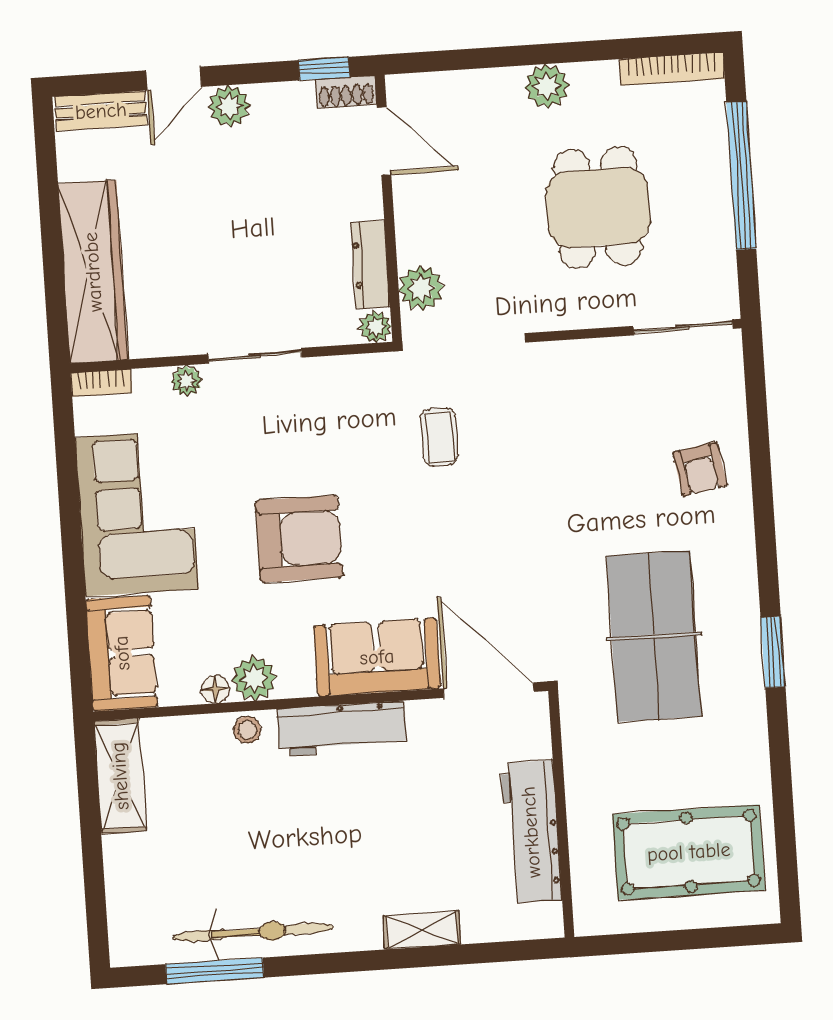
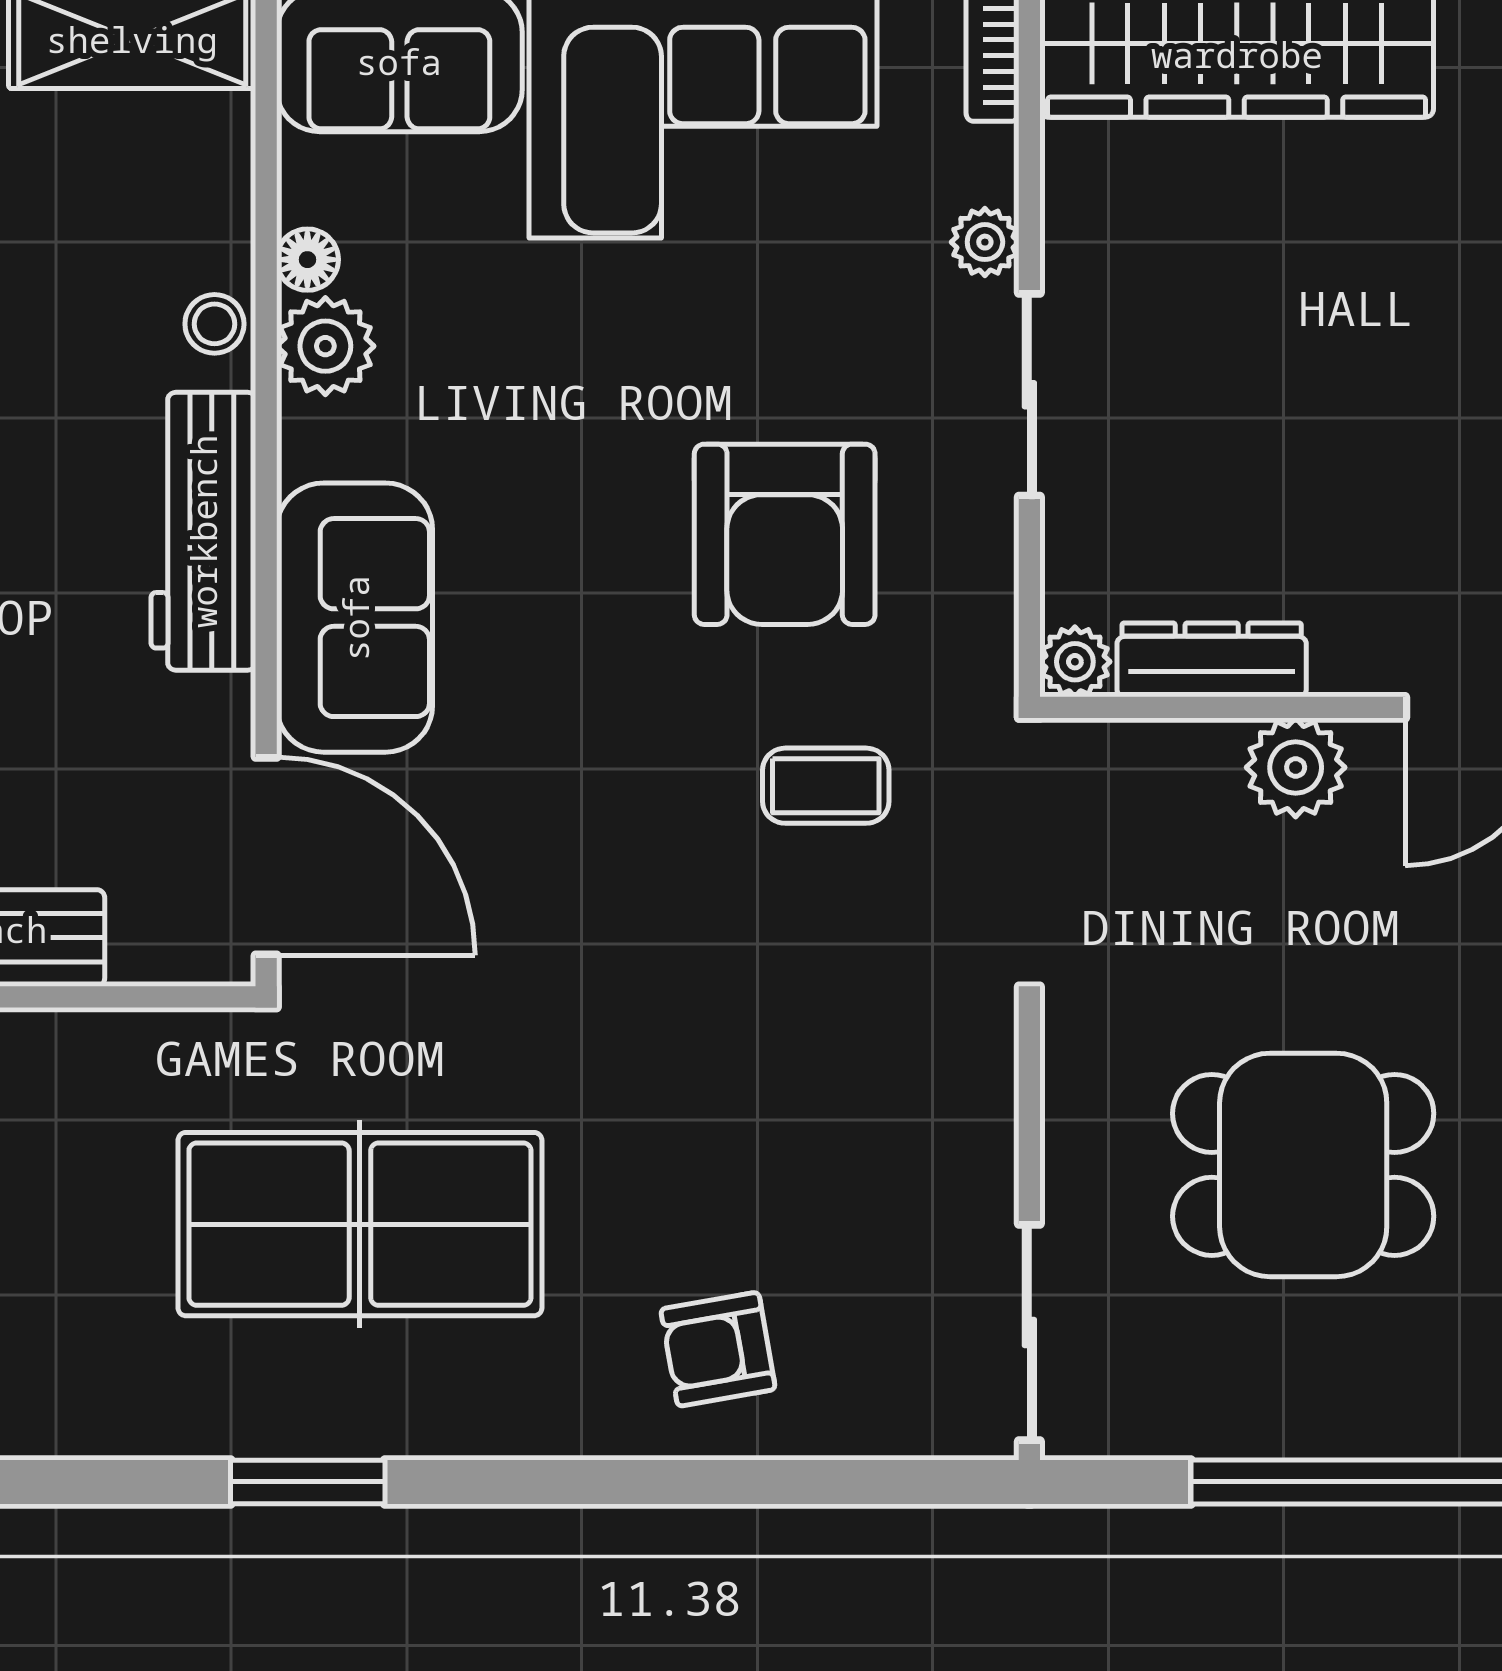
plant: (421, 288) -> (1296, 767), moved
armchair: (299, 539) -> (785, 534), moved
door: (489, 690) -> (266, 856), hinge flipped

